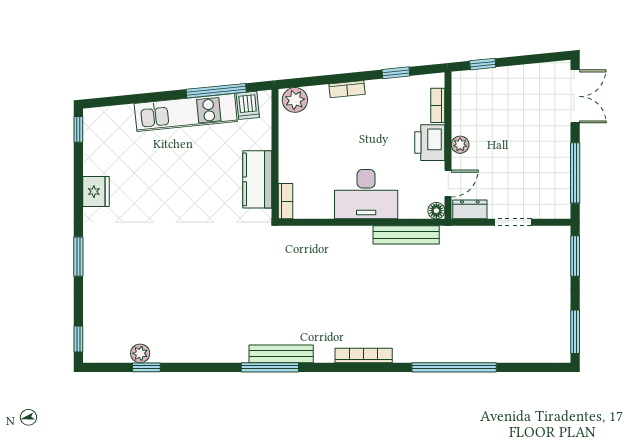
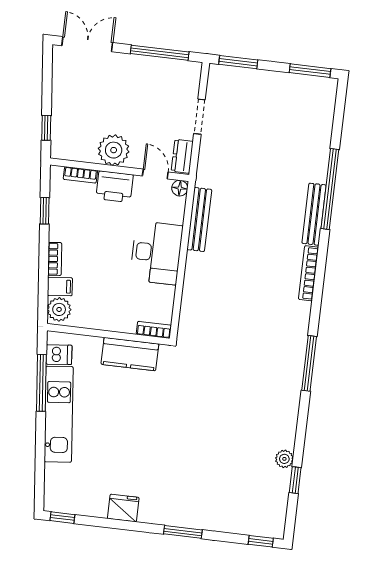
filing cabinet: (319, 98) -> (60, 287), added
plant: (460, 145) -> (114, 150), width x1.88, depth x1.88
plant: (140, 353) -> (284, 459), moved
bench: (281, 354) -> (314, 214), moved

